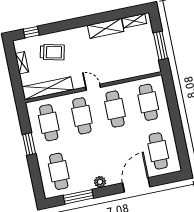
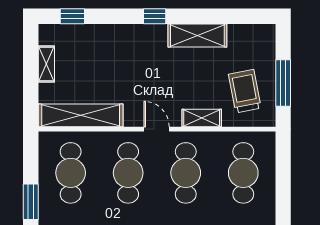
shelving: (134, 21) -> (202, 118), moved
window: (79, 22) -> (155, 16), added
trolley: (52, 52) -> (245, 91), moved, turned -114

